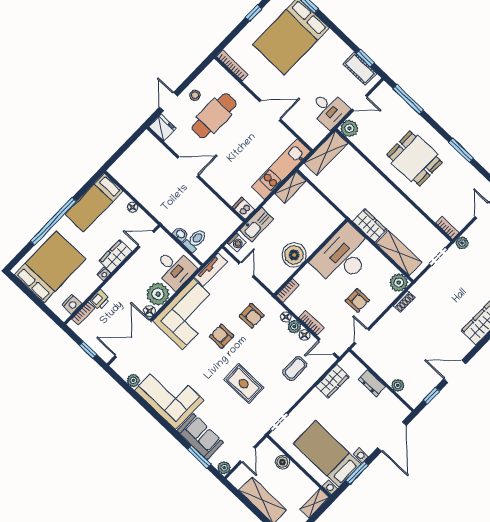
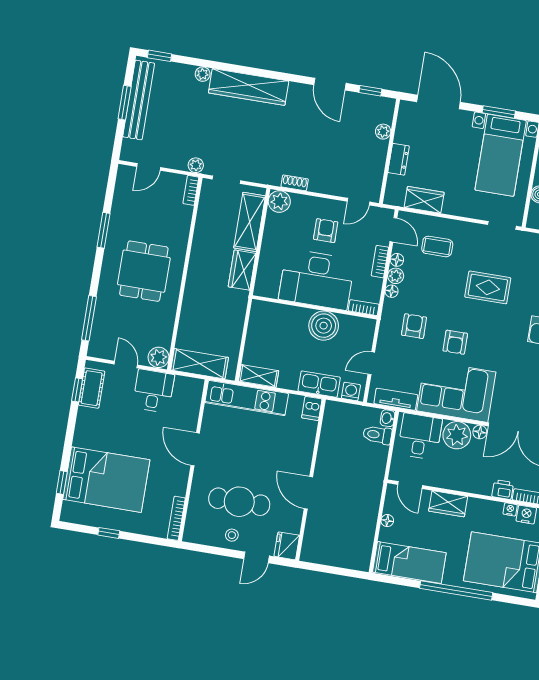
washbasin: (180, 234) -> (388, 418), moved
desk: (343, 256) -> (317, 279), moved
nightstand: (104, 274) -> (510, 509), moved
rug: (244, 384) -> (488, 287), turned 90
door: (392, 437) -> (439, 102), hinge flipped

